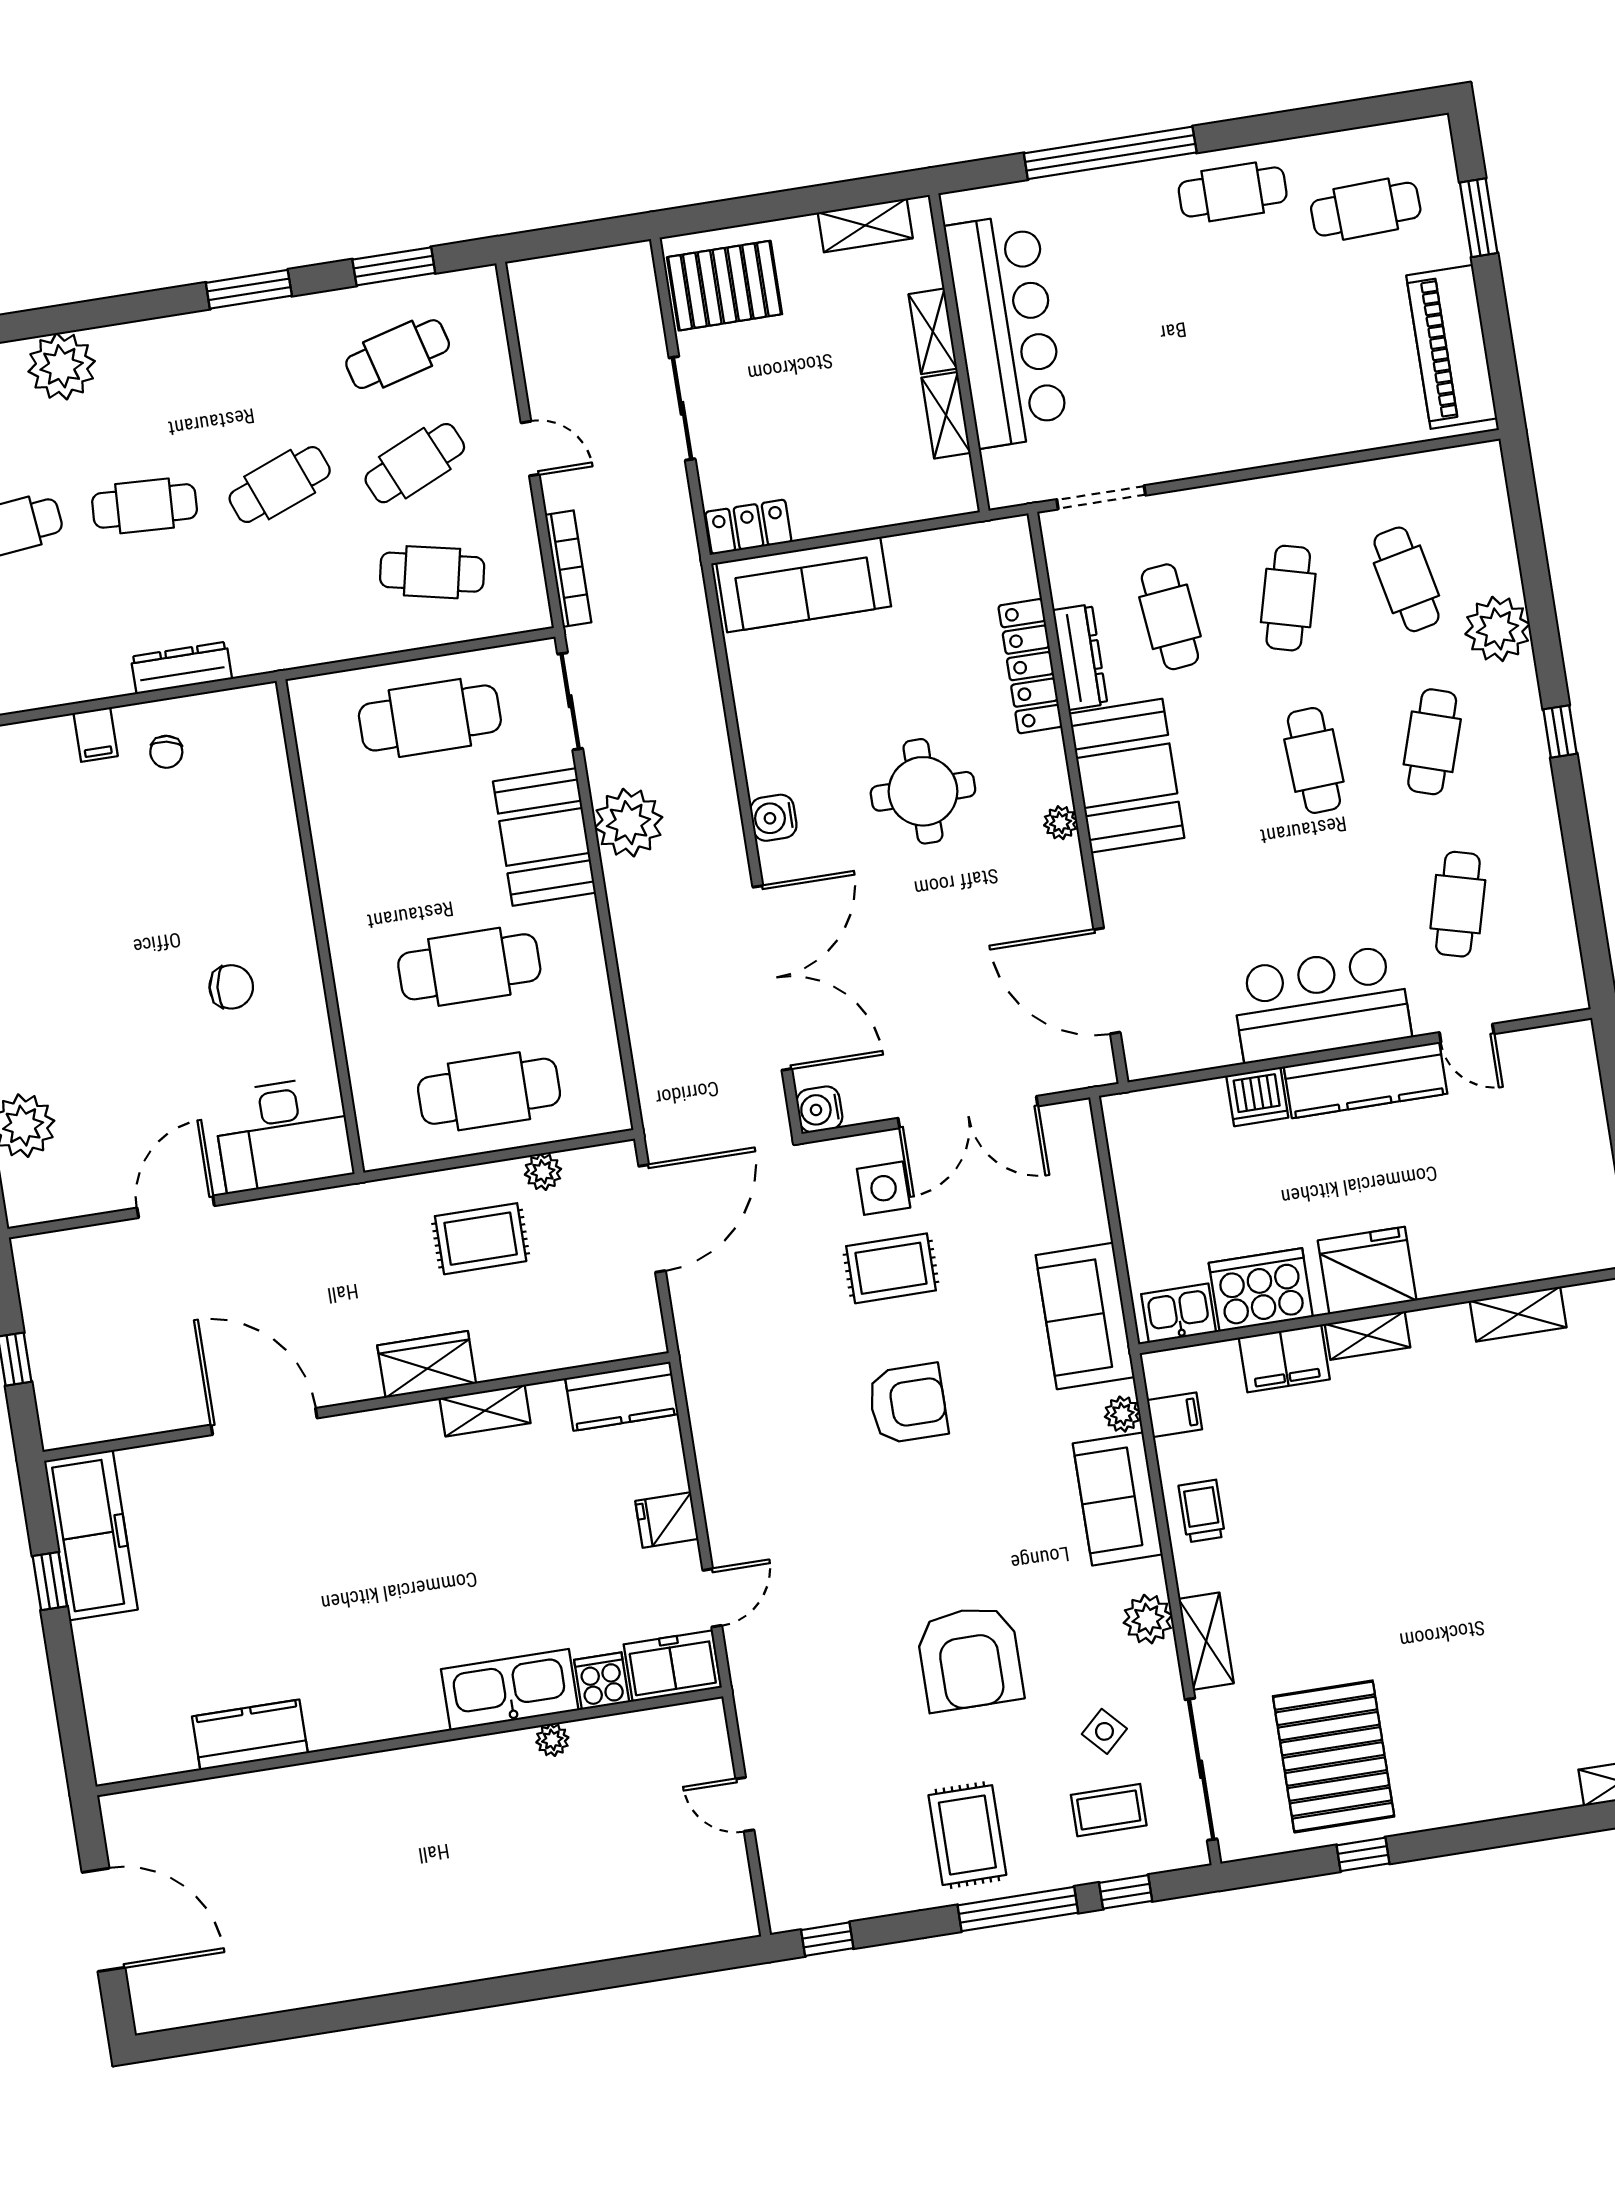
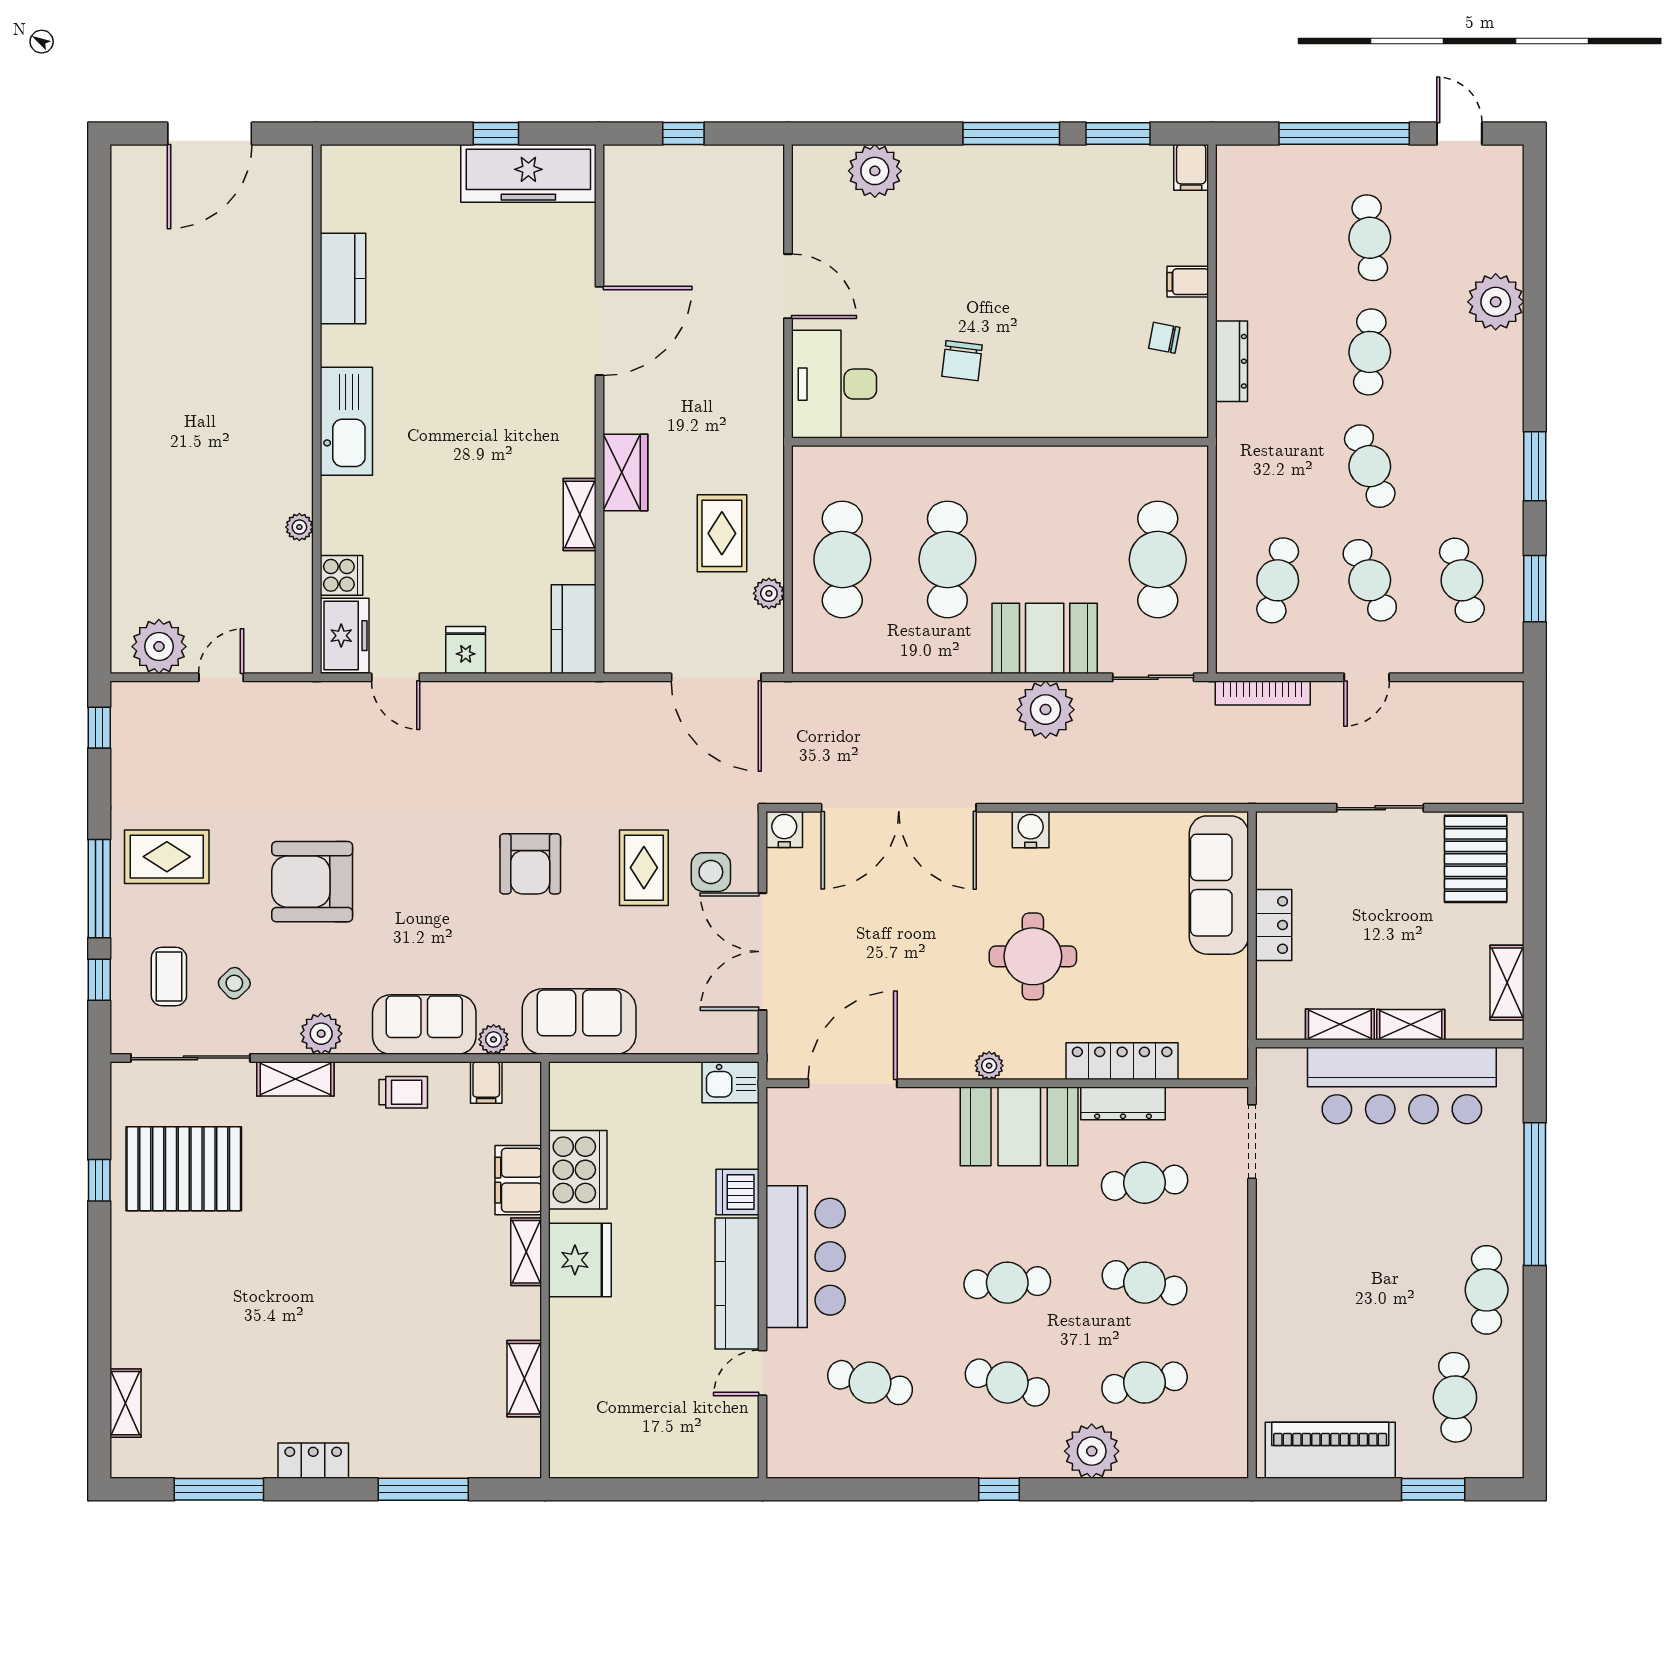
locker: (748, 527) -> (1274, 925), moved
kitchen sink: (1179, 1313) -> (730, 1082), moved, turned 90
kitchen sink: (510, 1690) -> (346, 421), moved
plant: (720, 1884) -> (159, 647), added

